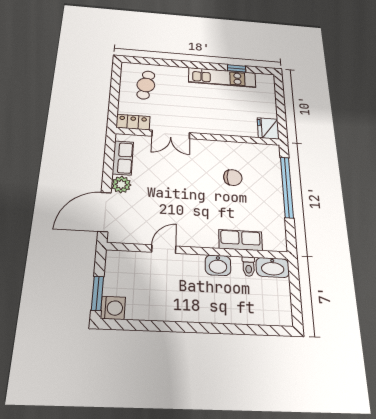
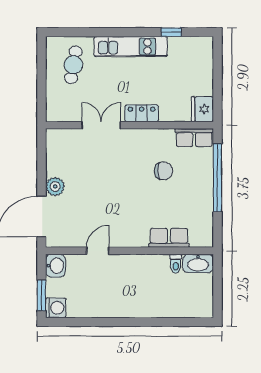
kitchen unit: (222, 78) -> (131, 47), moved
locker: (133, 122) -> (142, 113), moved
double door: (171, 134) -> (101, 125), swing flipped
row of seats: (123, 158) -> (194, 138), moved, turned 90
washbasin: (218, 265) -> (56, 266), moved, turned -90

